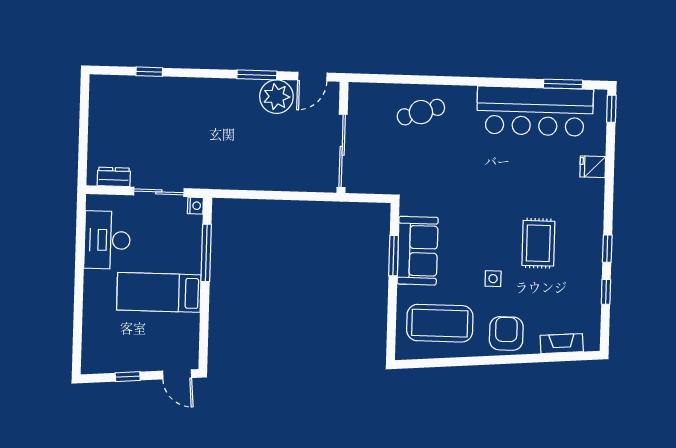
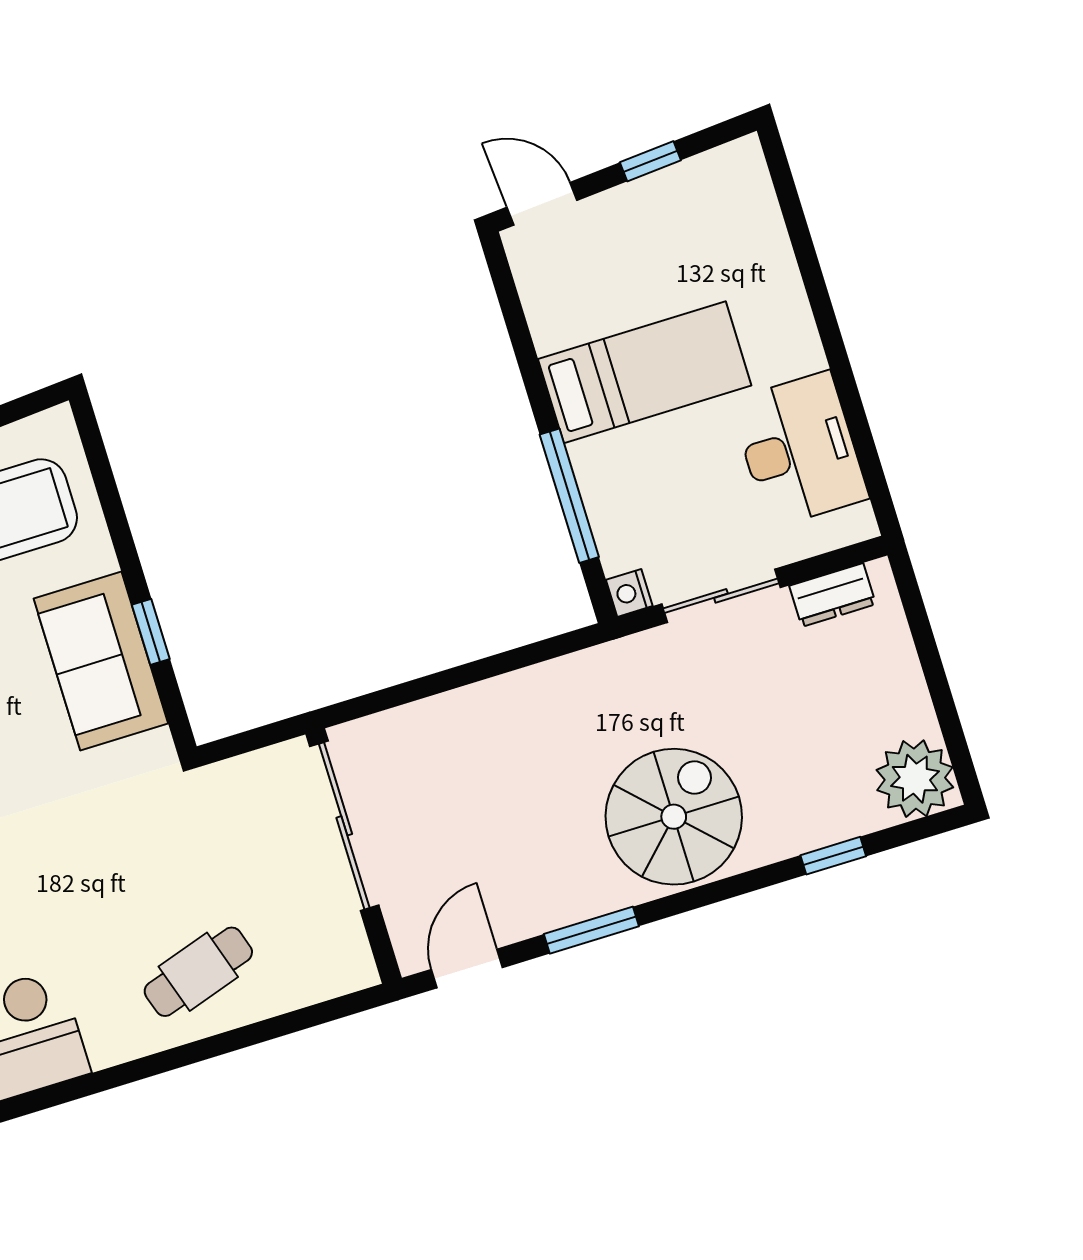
plant: (276, 97) -> (915, 779), moved
spiral stairs: (208, 109) -> (674, 817), added
window: (394, 256) -> (151, 632), width x0.67

